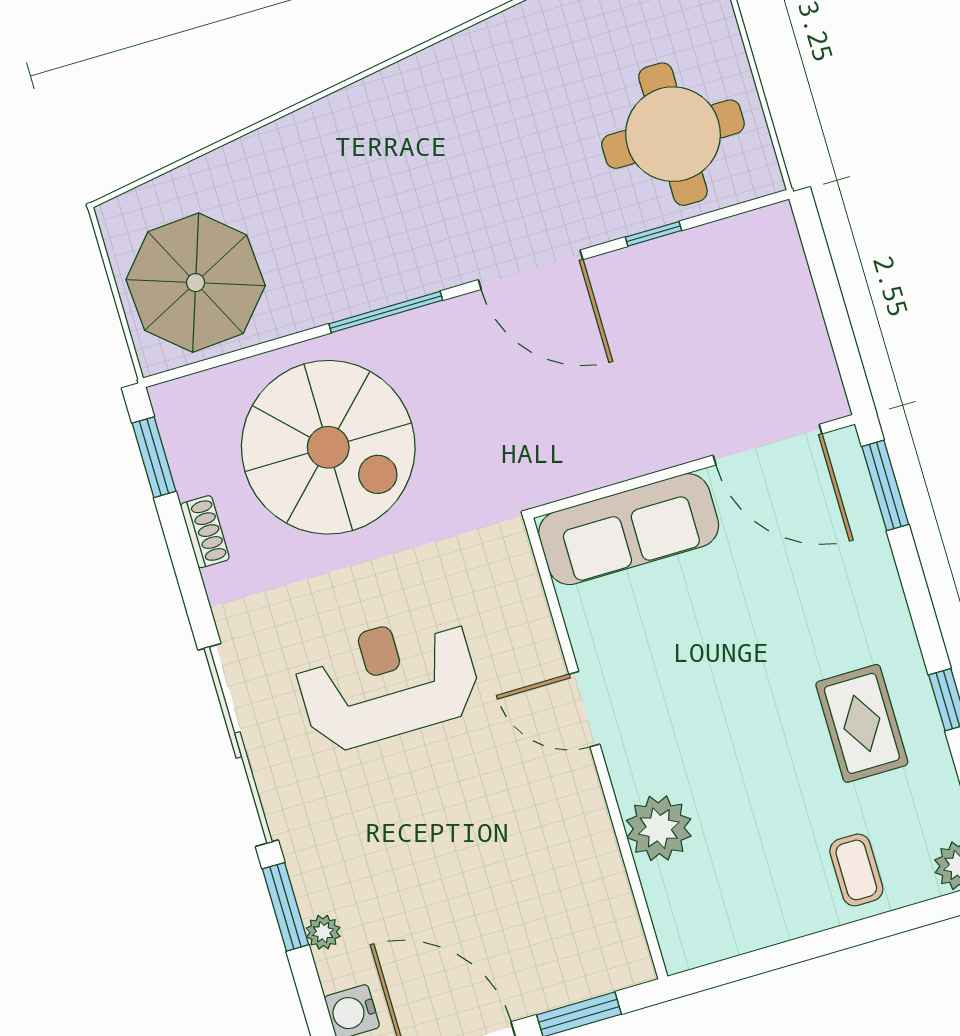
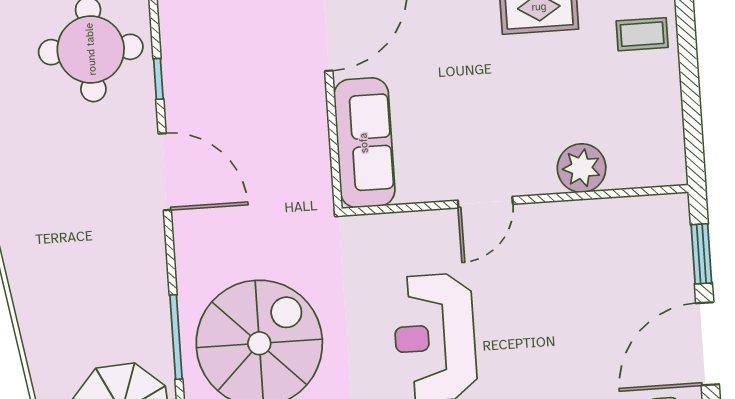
door: (531, 270) -> (165, 172), hinge flipped
window: (386, 312) -> (176, 337), moved

